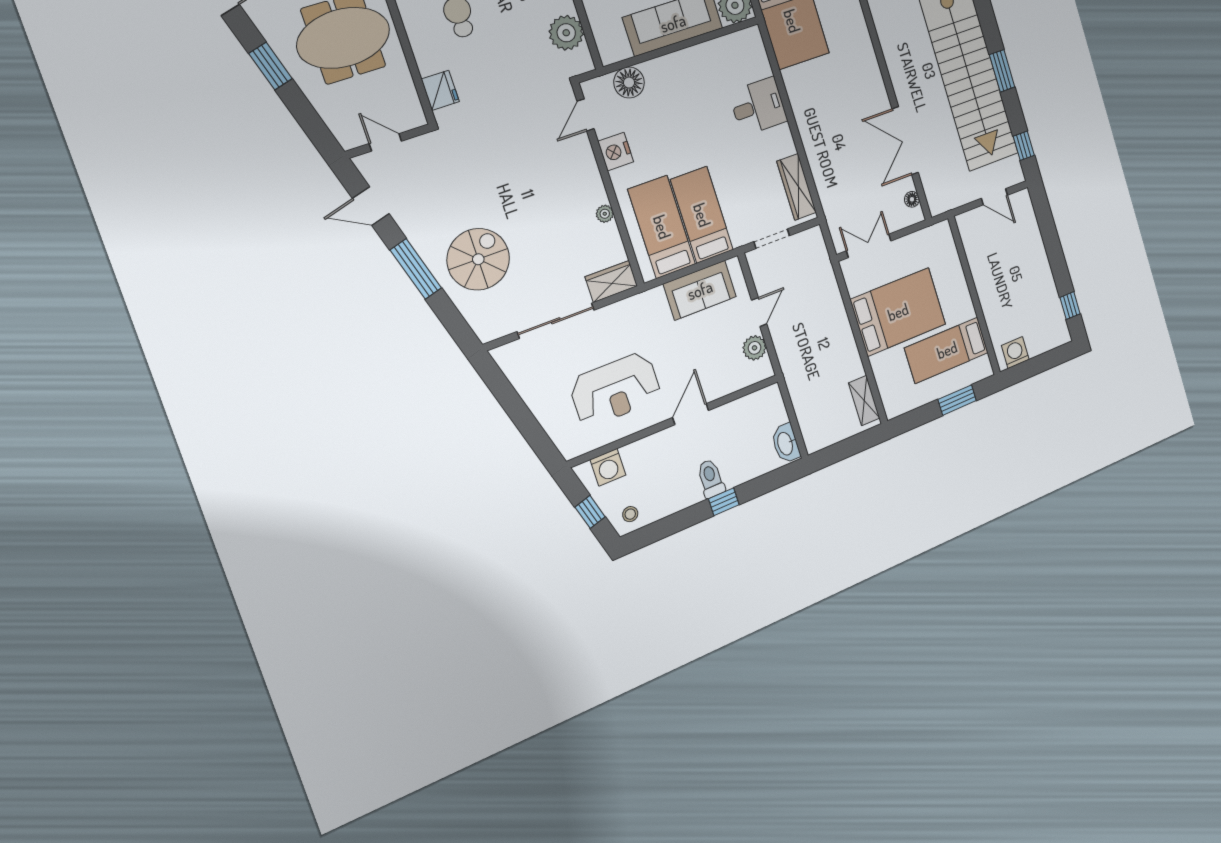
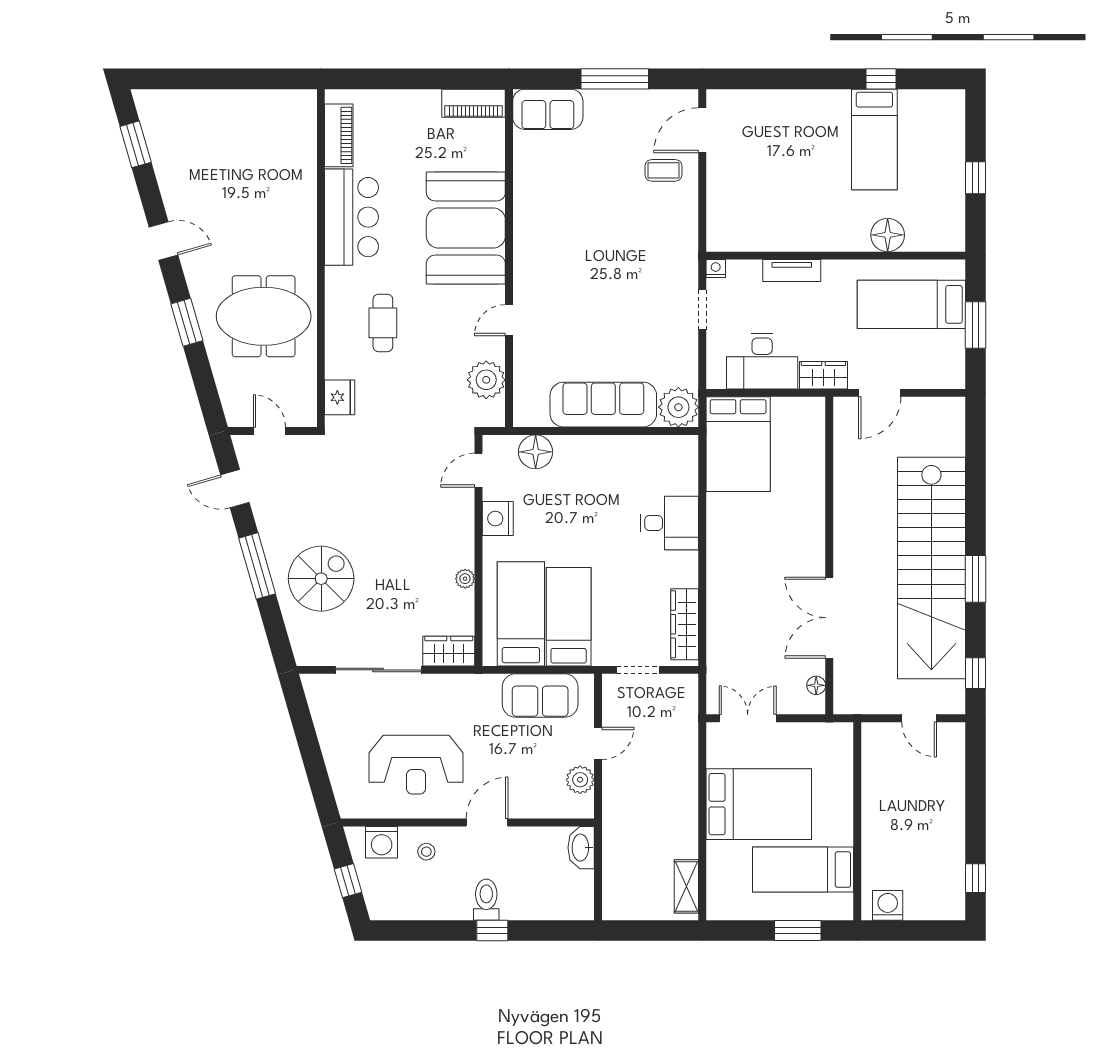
washbasin: (786, 443) -> (581, 848), moved
stool: (630, 514) -> (426, 852), moved

